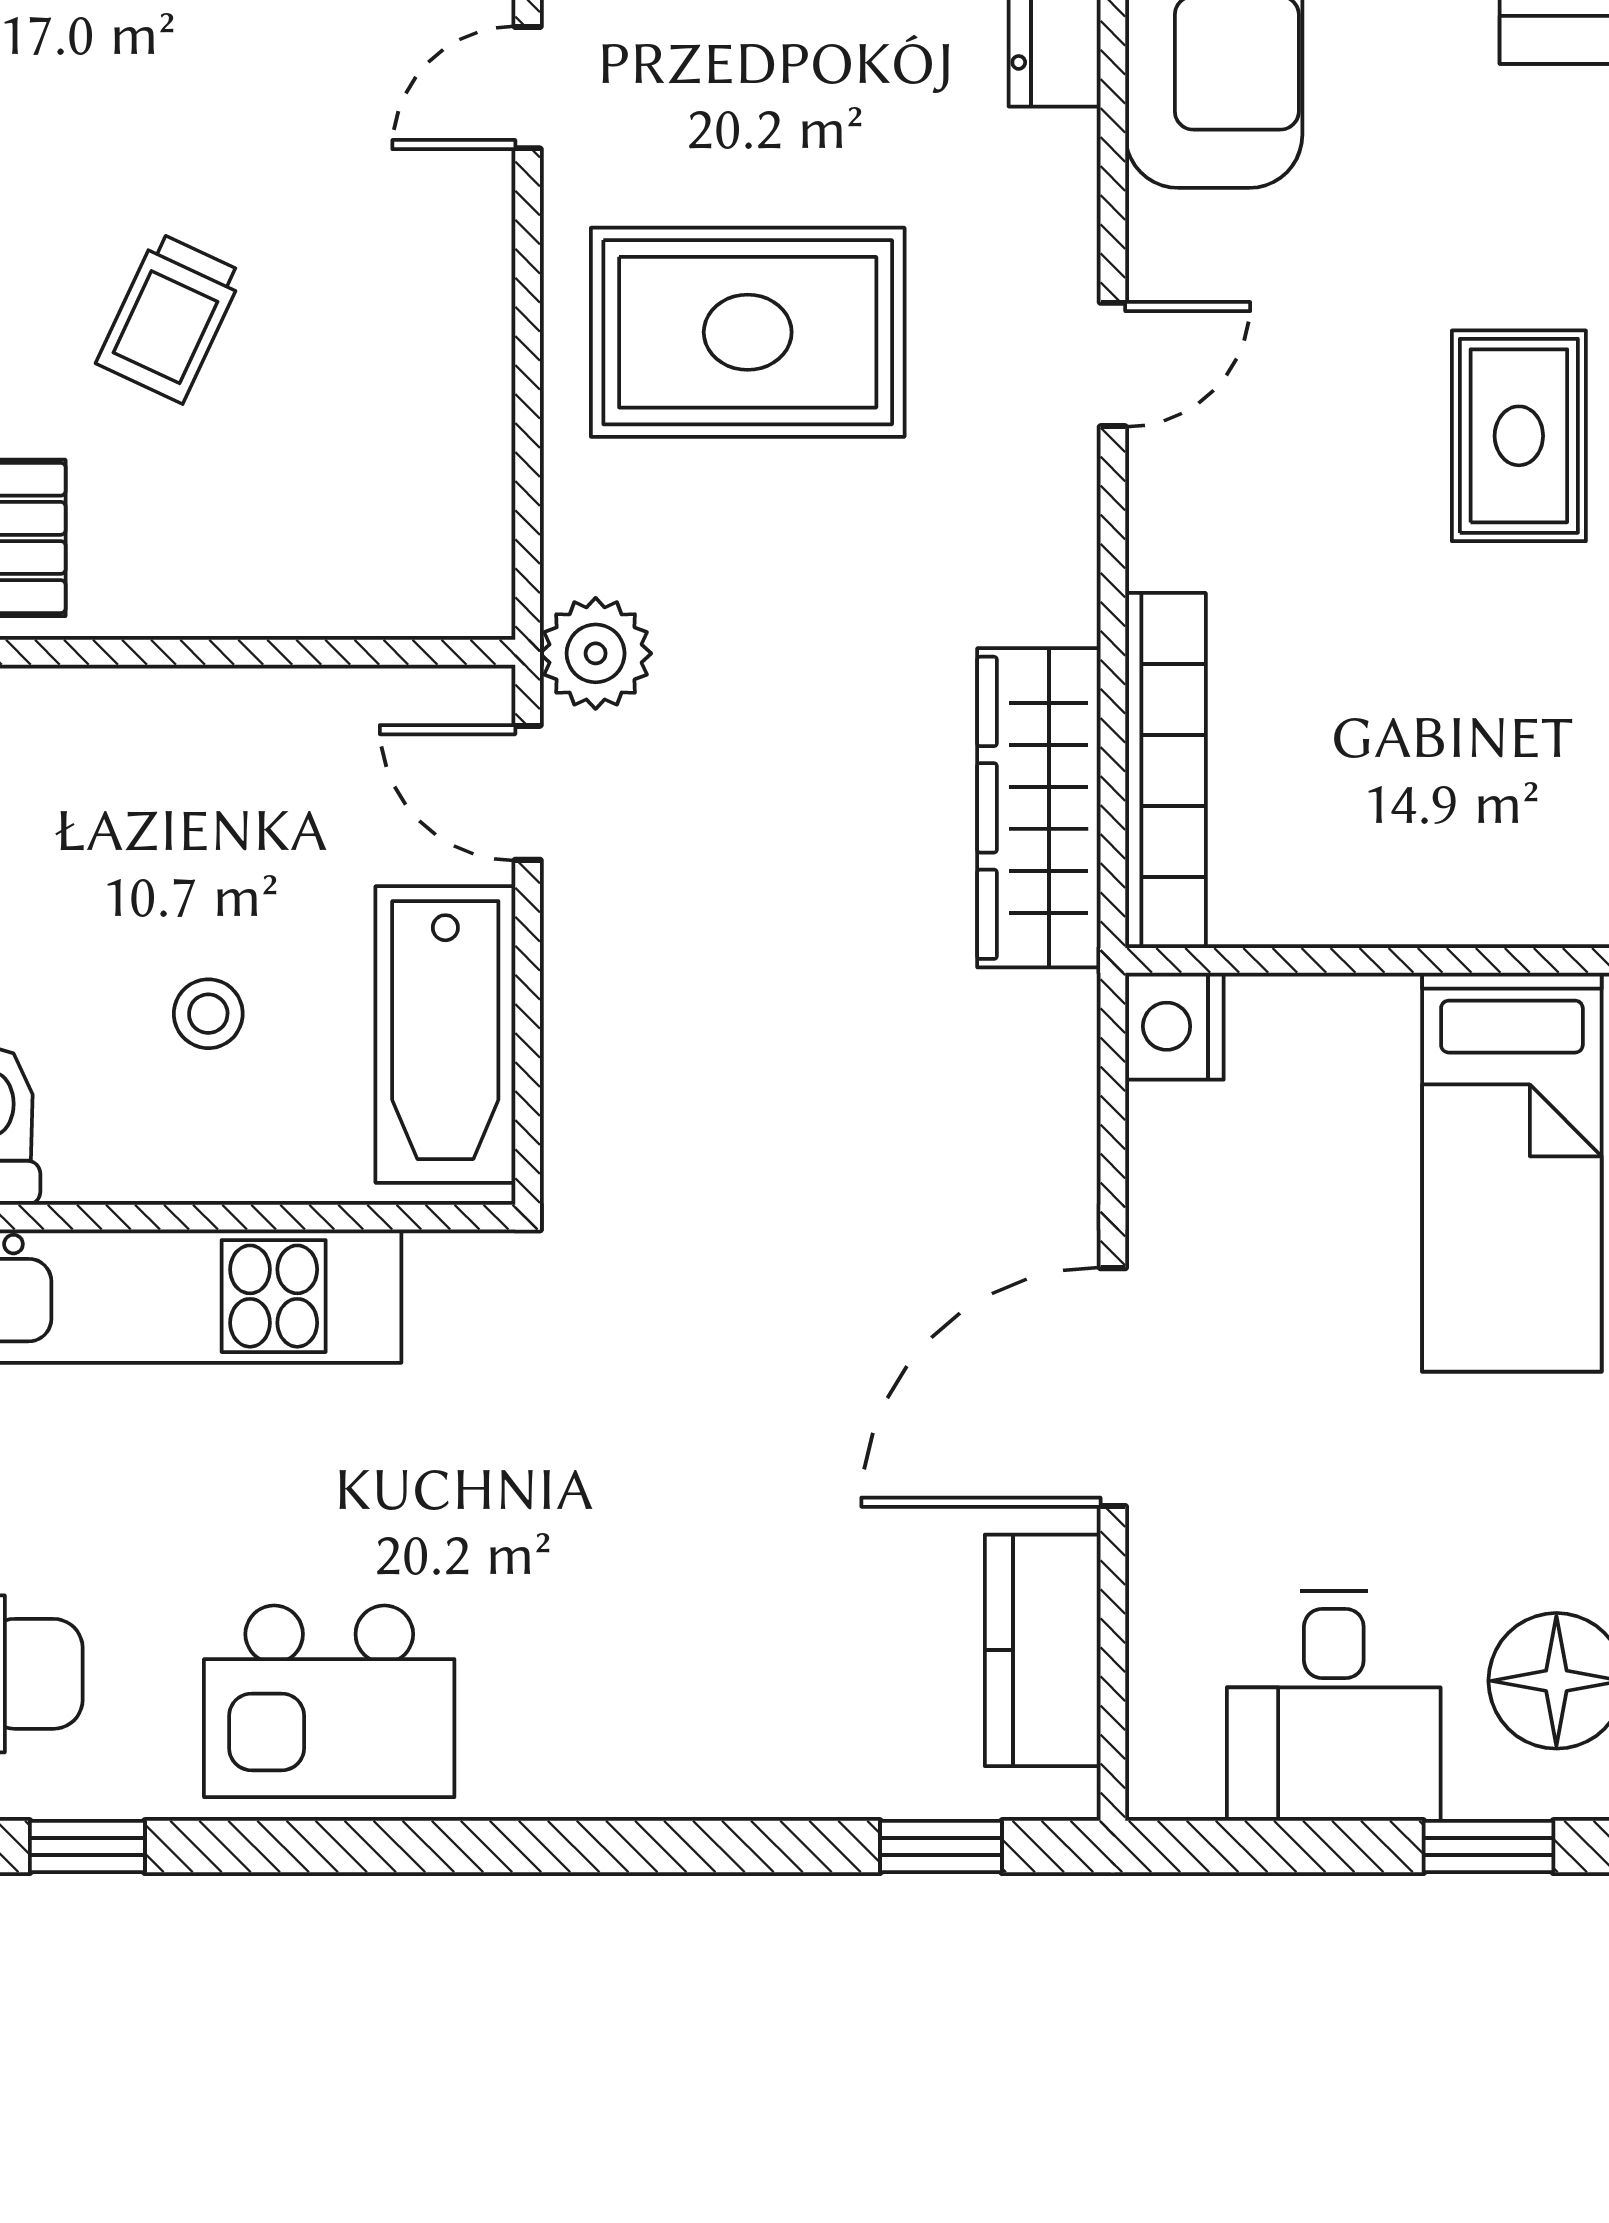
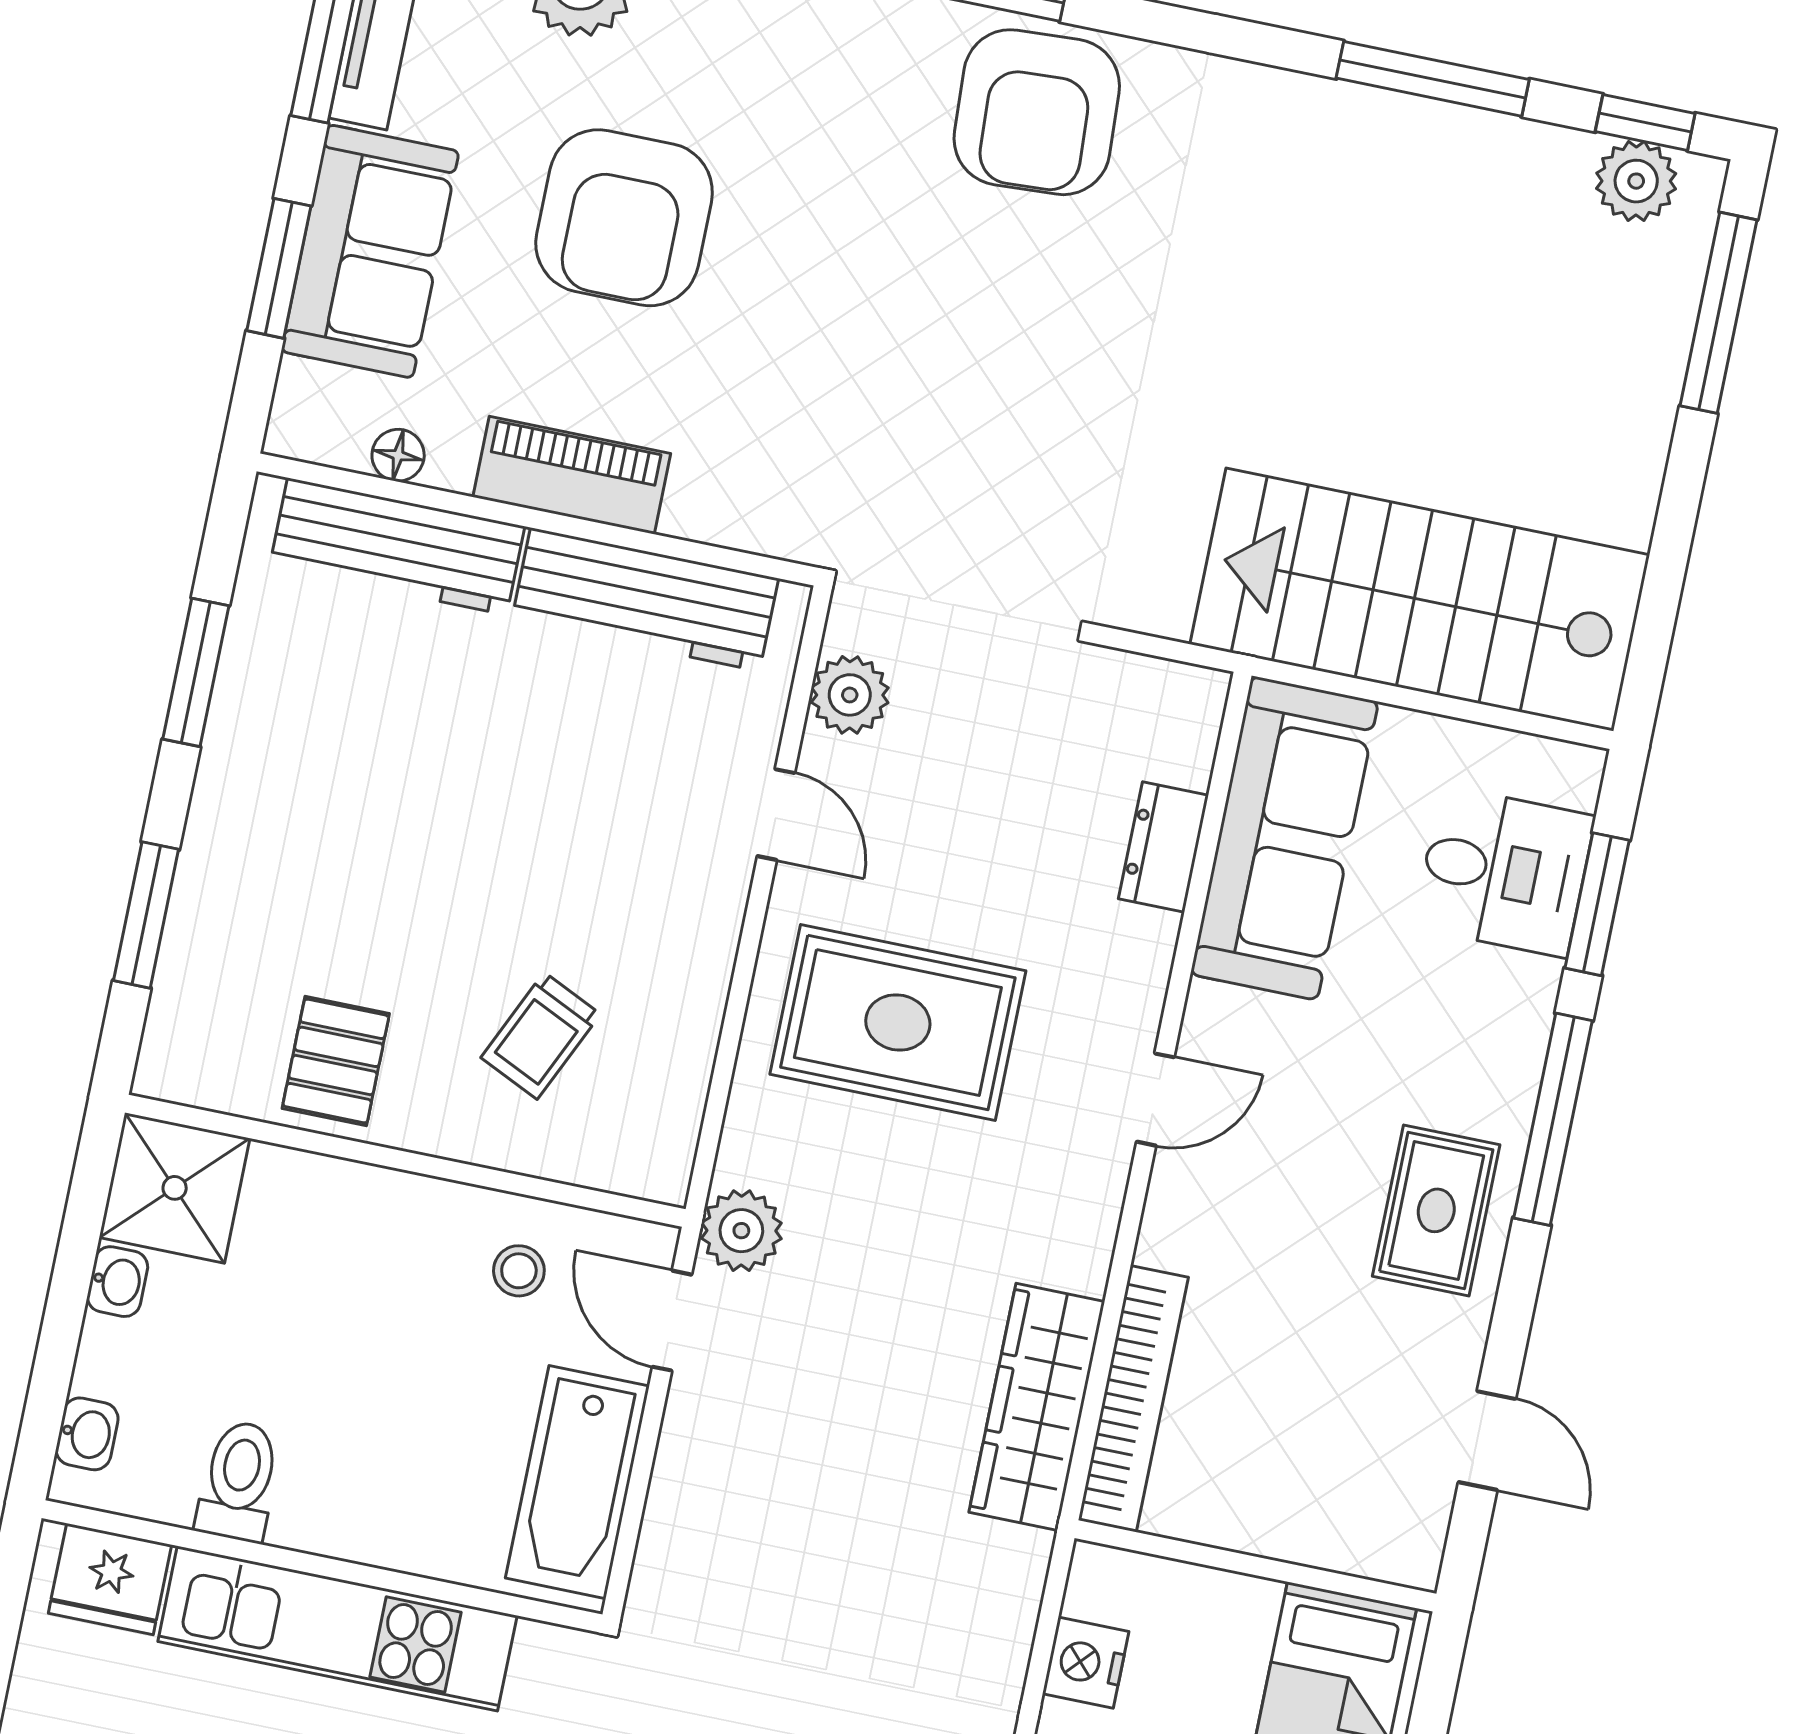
door: (528, 88) -> (776, 815), swing flipped
trolley: (170, 318) -> (541, 1036), moved
stool: (208, 1014) -> (519, 1271), moved
nightstand: (1174, 1026) -> (1086, 1663), moved

